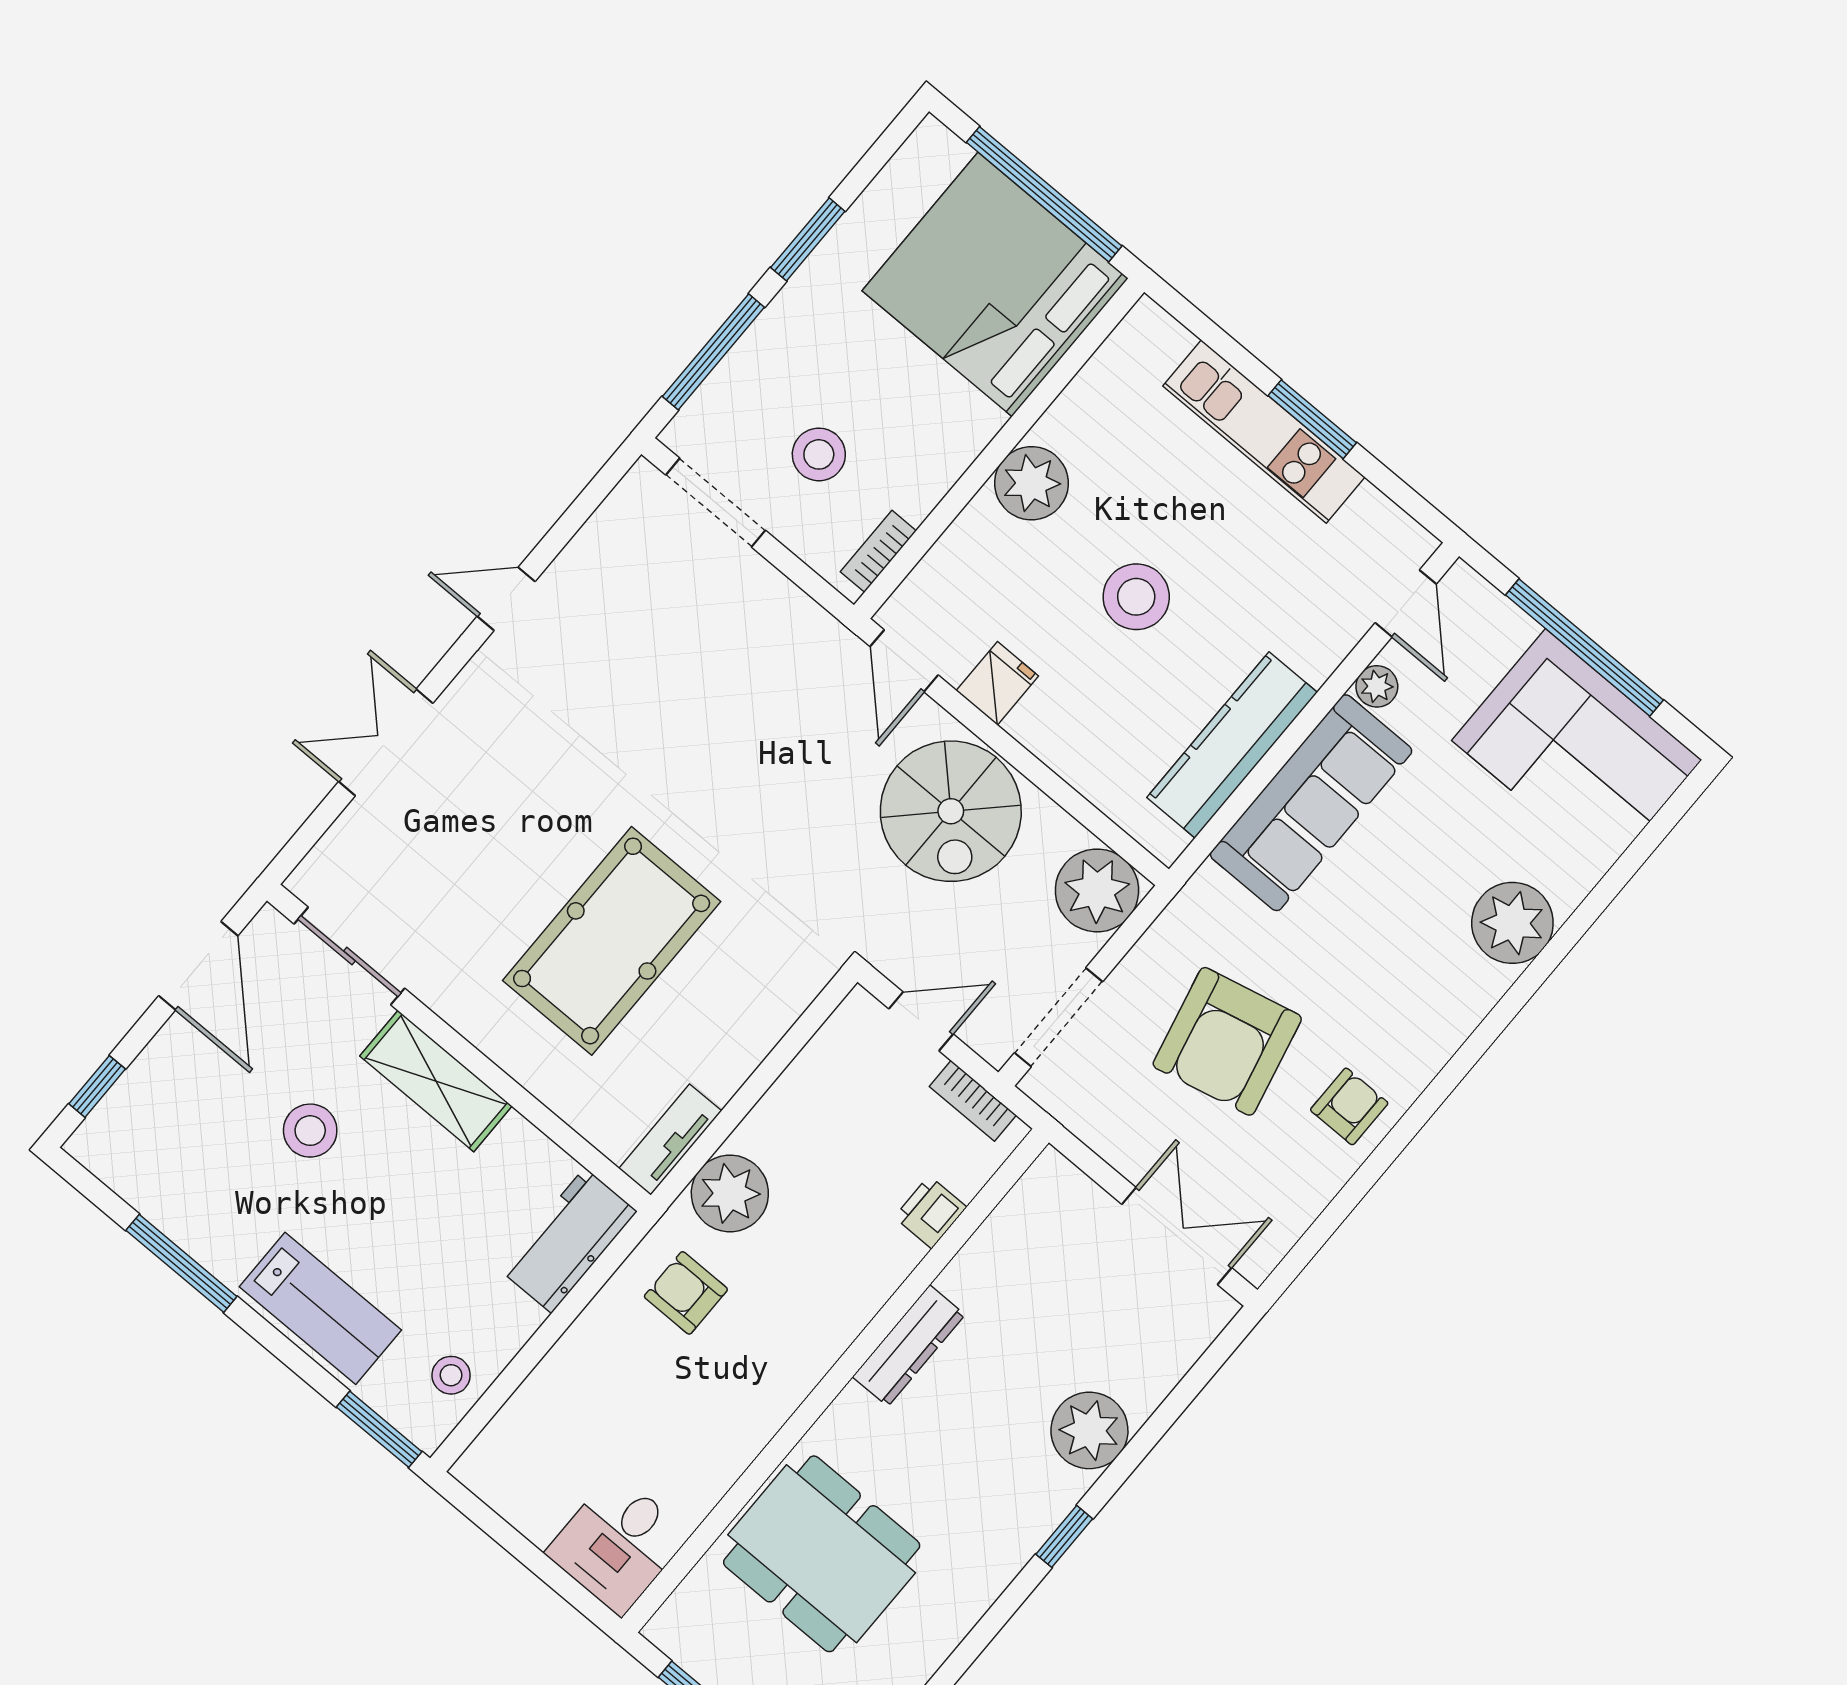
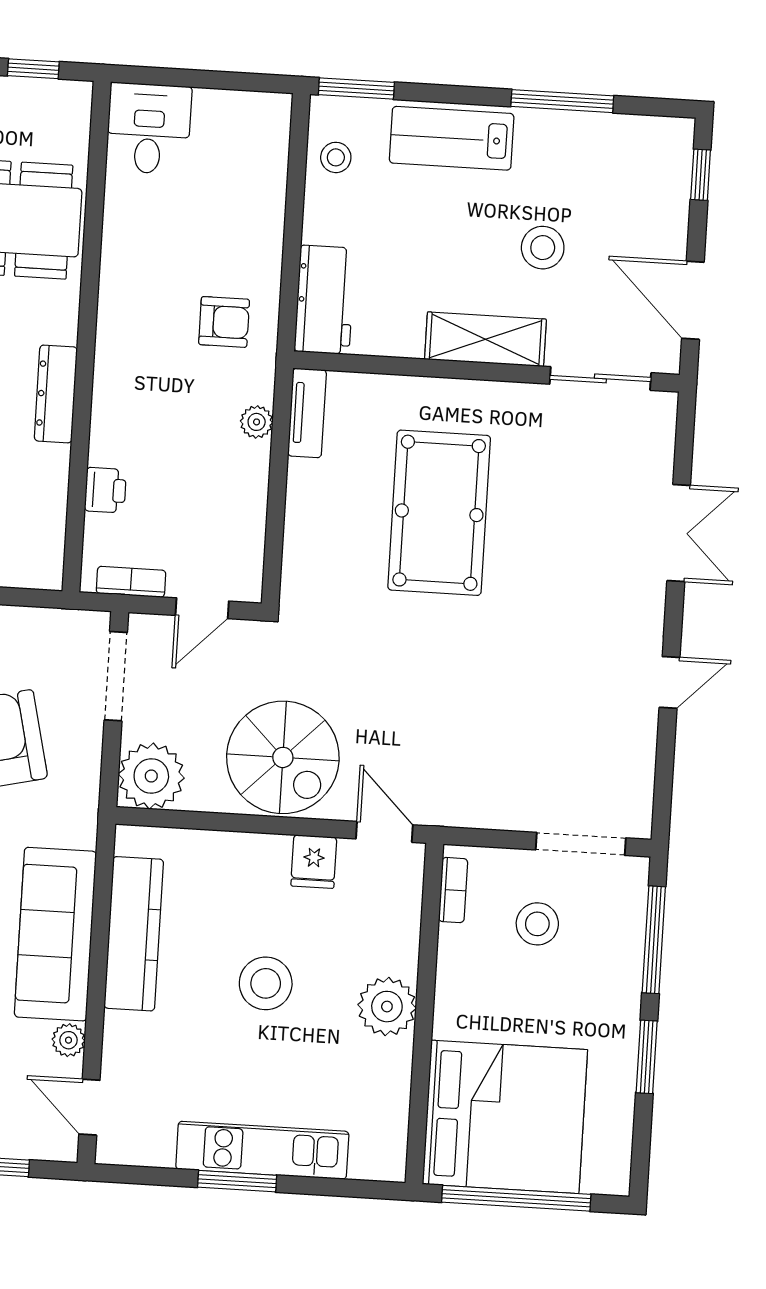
spiral stairs: (951, 811) -> (283, 757), turned 180
plant: (730, 1193) -> (257, 422), width x0.53, depth x0.53

